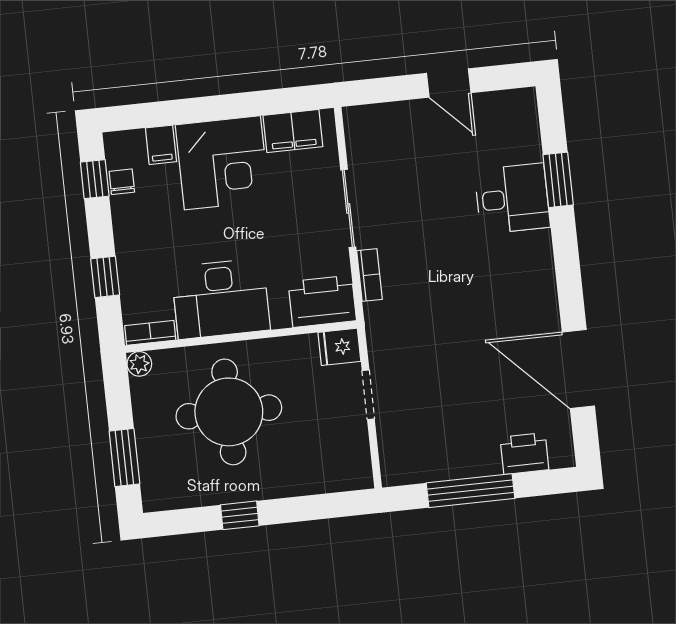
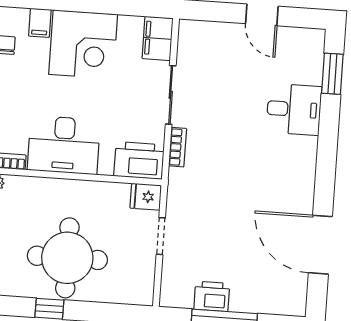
filing cabinet: (293, 131) -> (158, 38), moved, turned 90
window: (558, 180) -> (332, 74), moved
round table: (229, 412) -> (67, 258), moved
printer: (524, 453) -> (212, 296), moved

